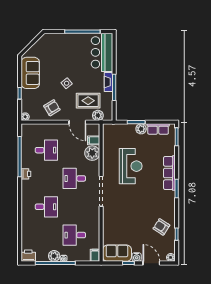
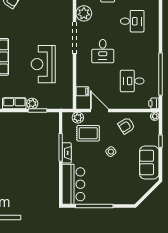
plant: (92, 153) -> (84, 13), moved
printer: (26, 174) -> (154, 103), moved
desk: (74, 178) -> (103, 51), turned 90
desk: (46, 207) -> (132, 21), turned 180

